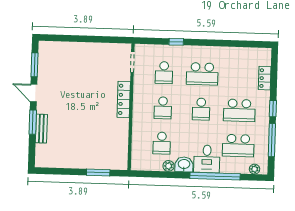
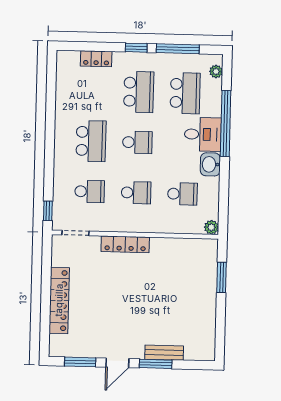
window: (176, 42) -> (48, 211), moved
locker: (81, 49) -> (59, 300), added
plant: (169, 166) -> (211, 227), moved

